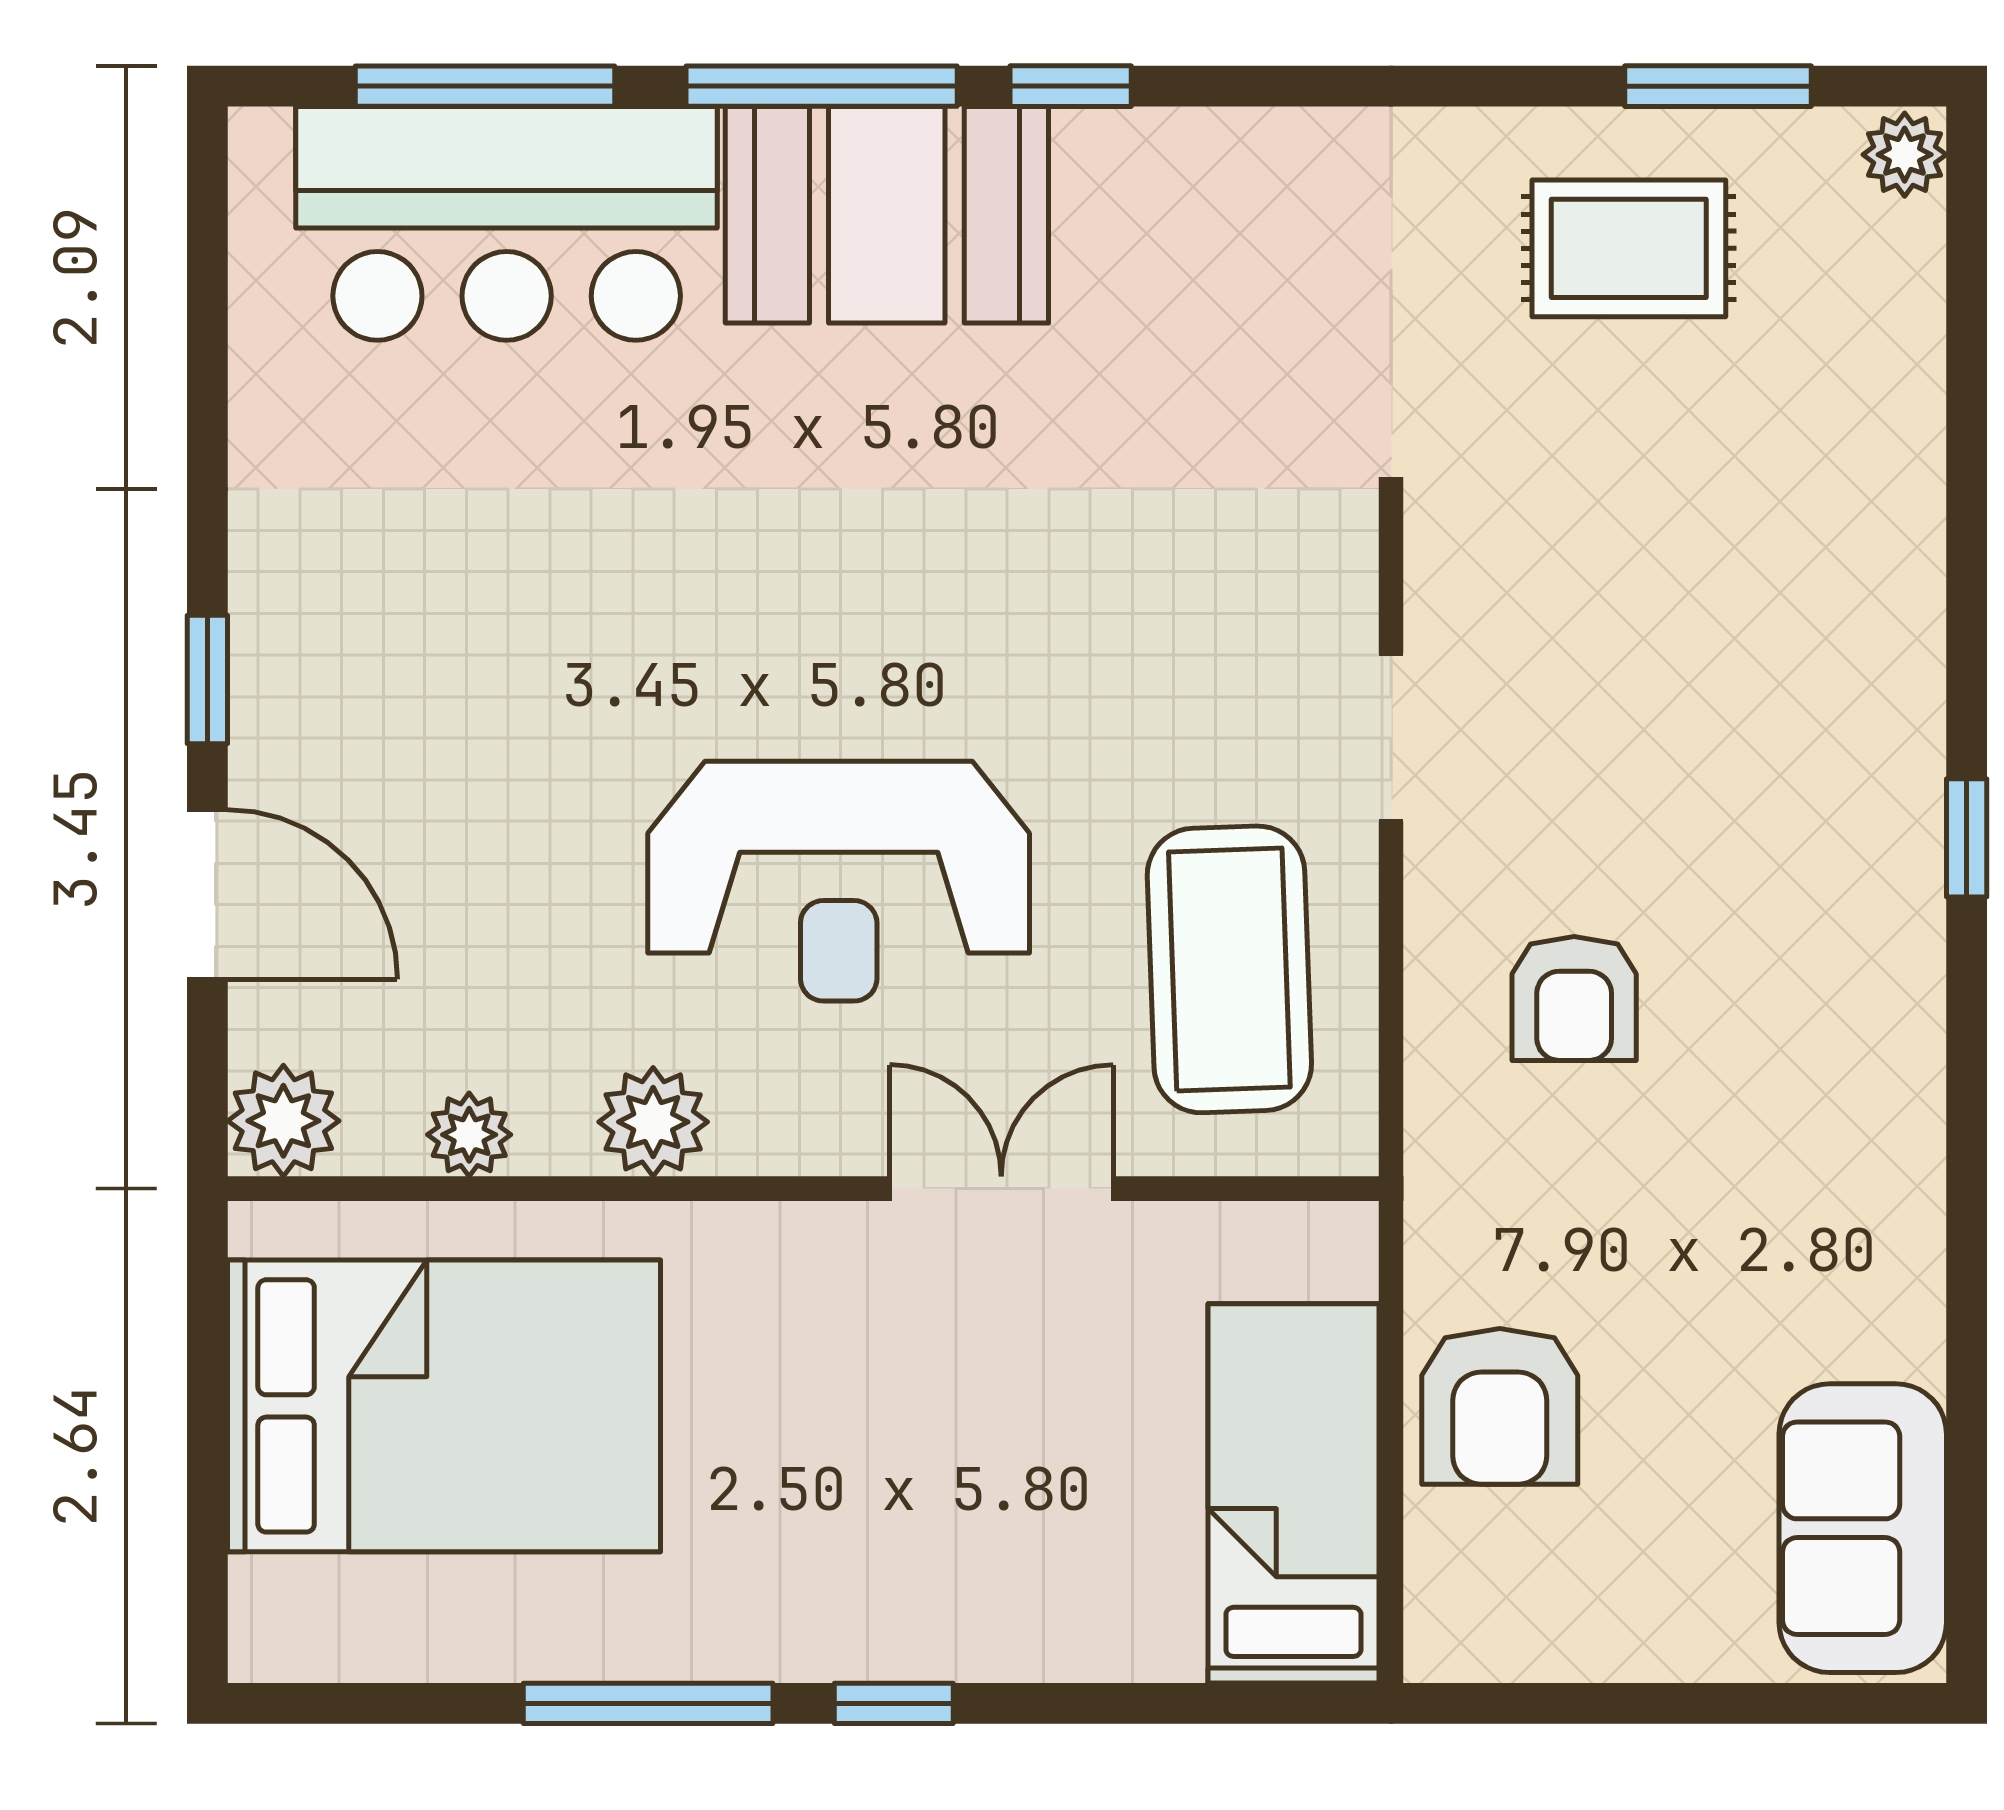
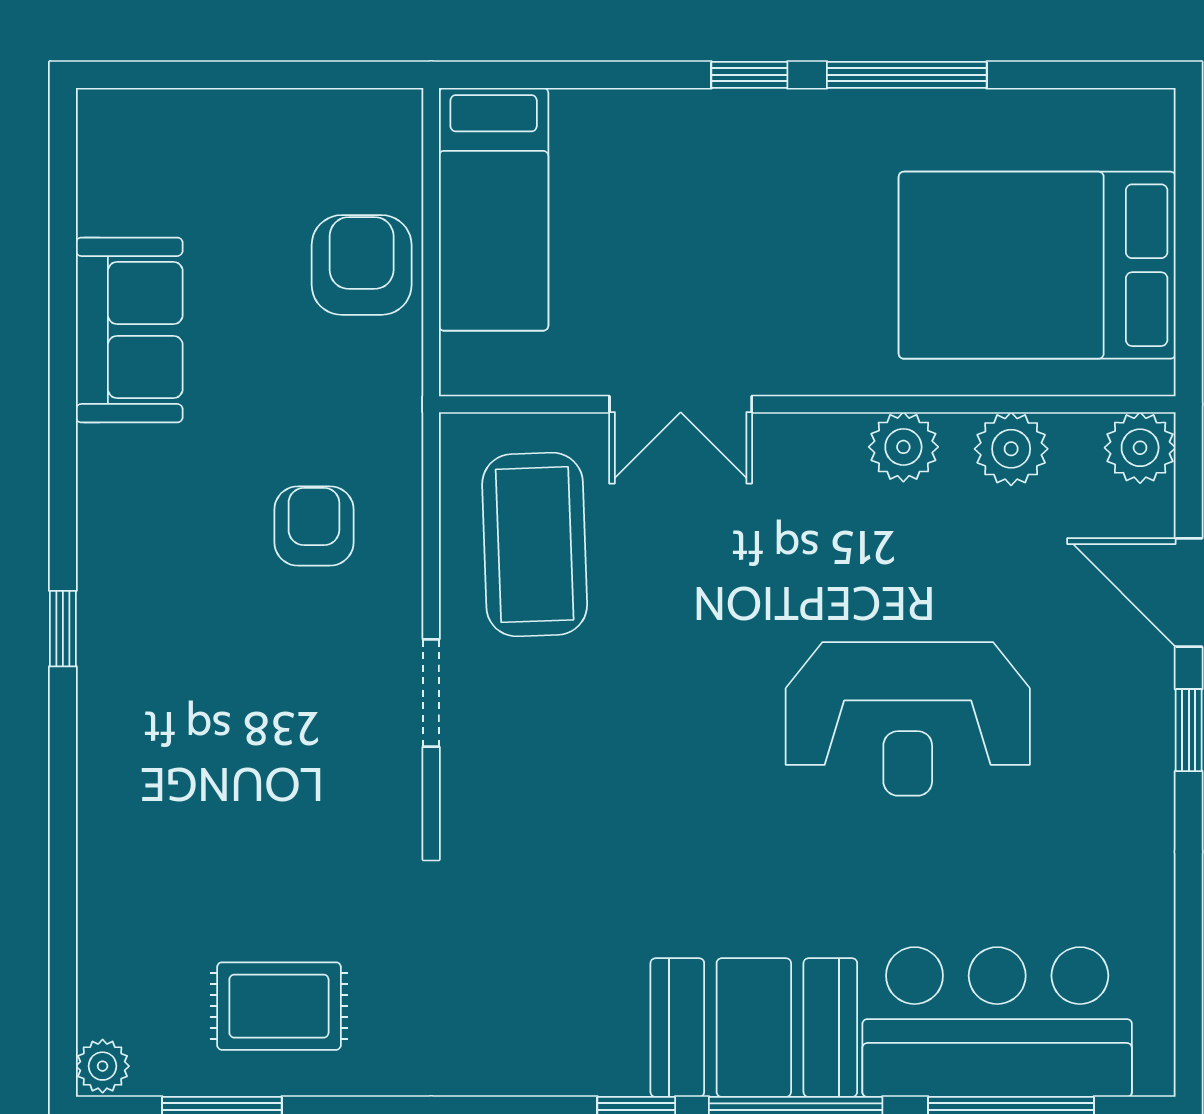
reception desk: (839, 881) -> (908, 719), moved, turned 180
plant: (469, 1135) -> (1011, 449), width x1.38, depth x1.38
sofa: (1863, 1528) -> (129, 330), moved

